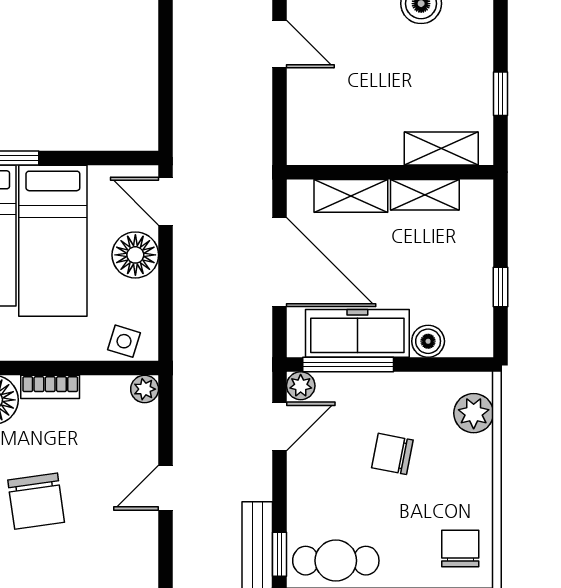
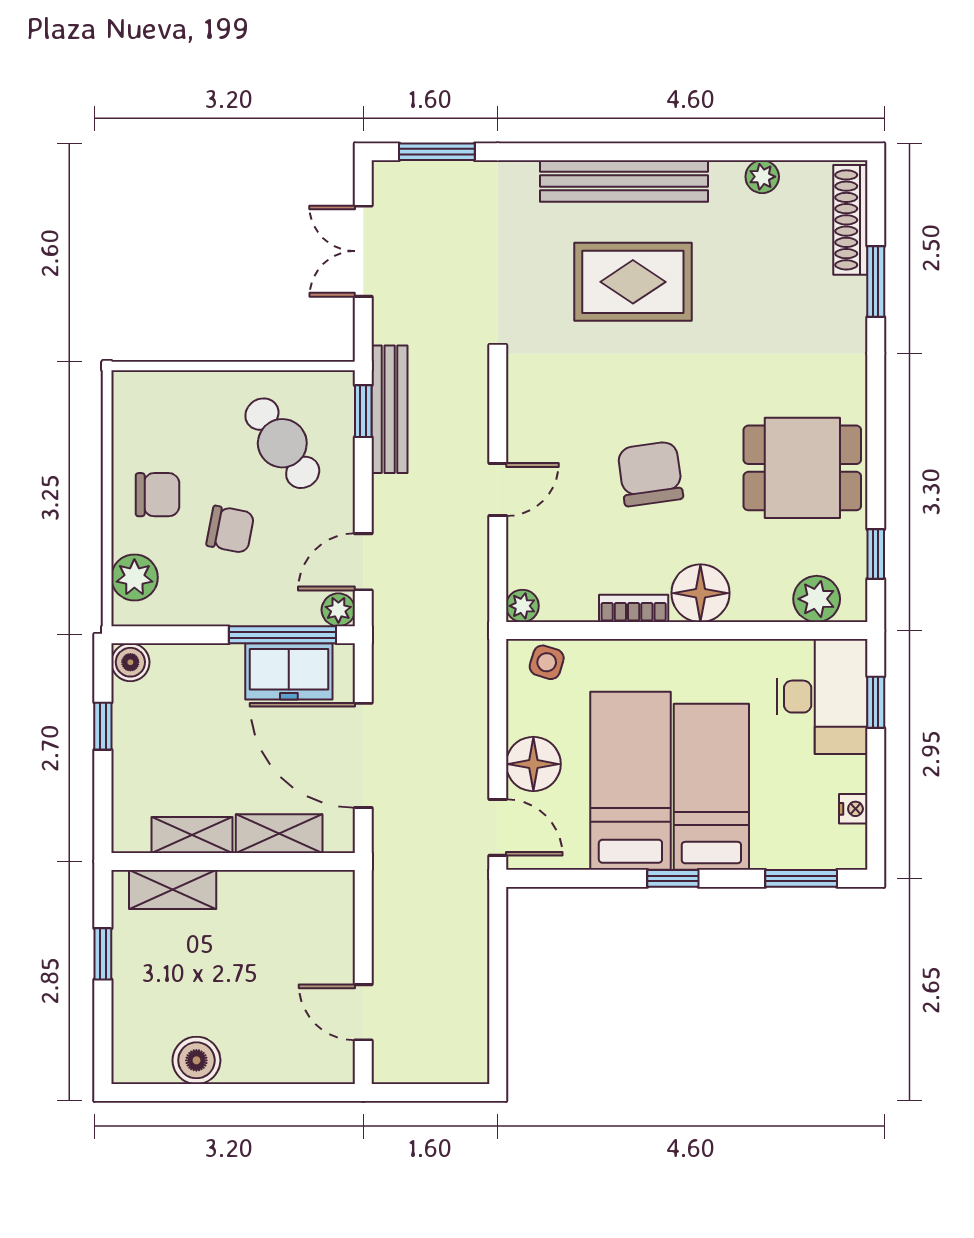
freezer: (357, 333) -> (289, 671), width x0.71
boiler: (428, 341) -> (130, 662), moved
chair: (460, 548) -> (157, 495), moved, turned -90
cafe table: (336, 561) -> (282, 443), moved, turned 55

